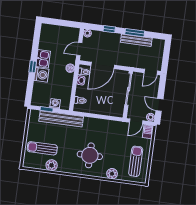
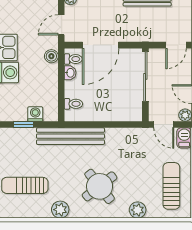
bench: (61, 119) -> (70, 136), moved
door: (136, 121) -> (164, 125), hinge flipped
round table: (90, 155) -> (100, 186), turned -38
plant: (52, 165) -> (60, 210), moved

